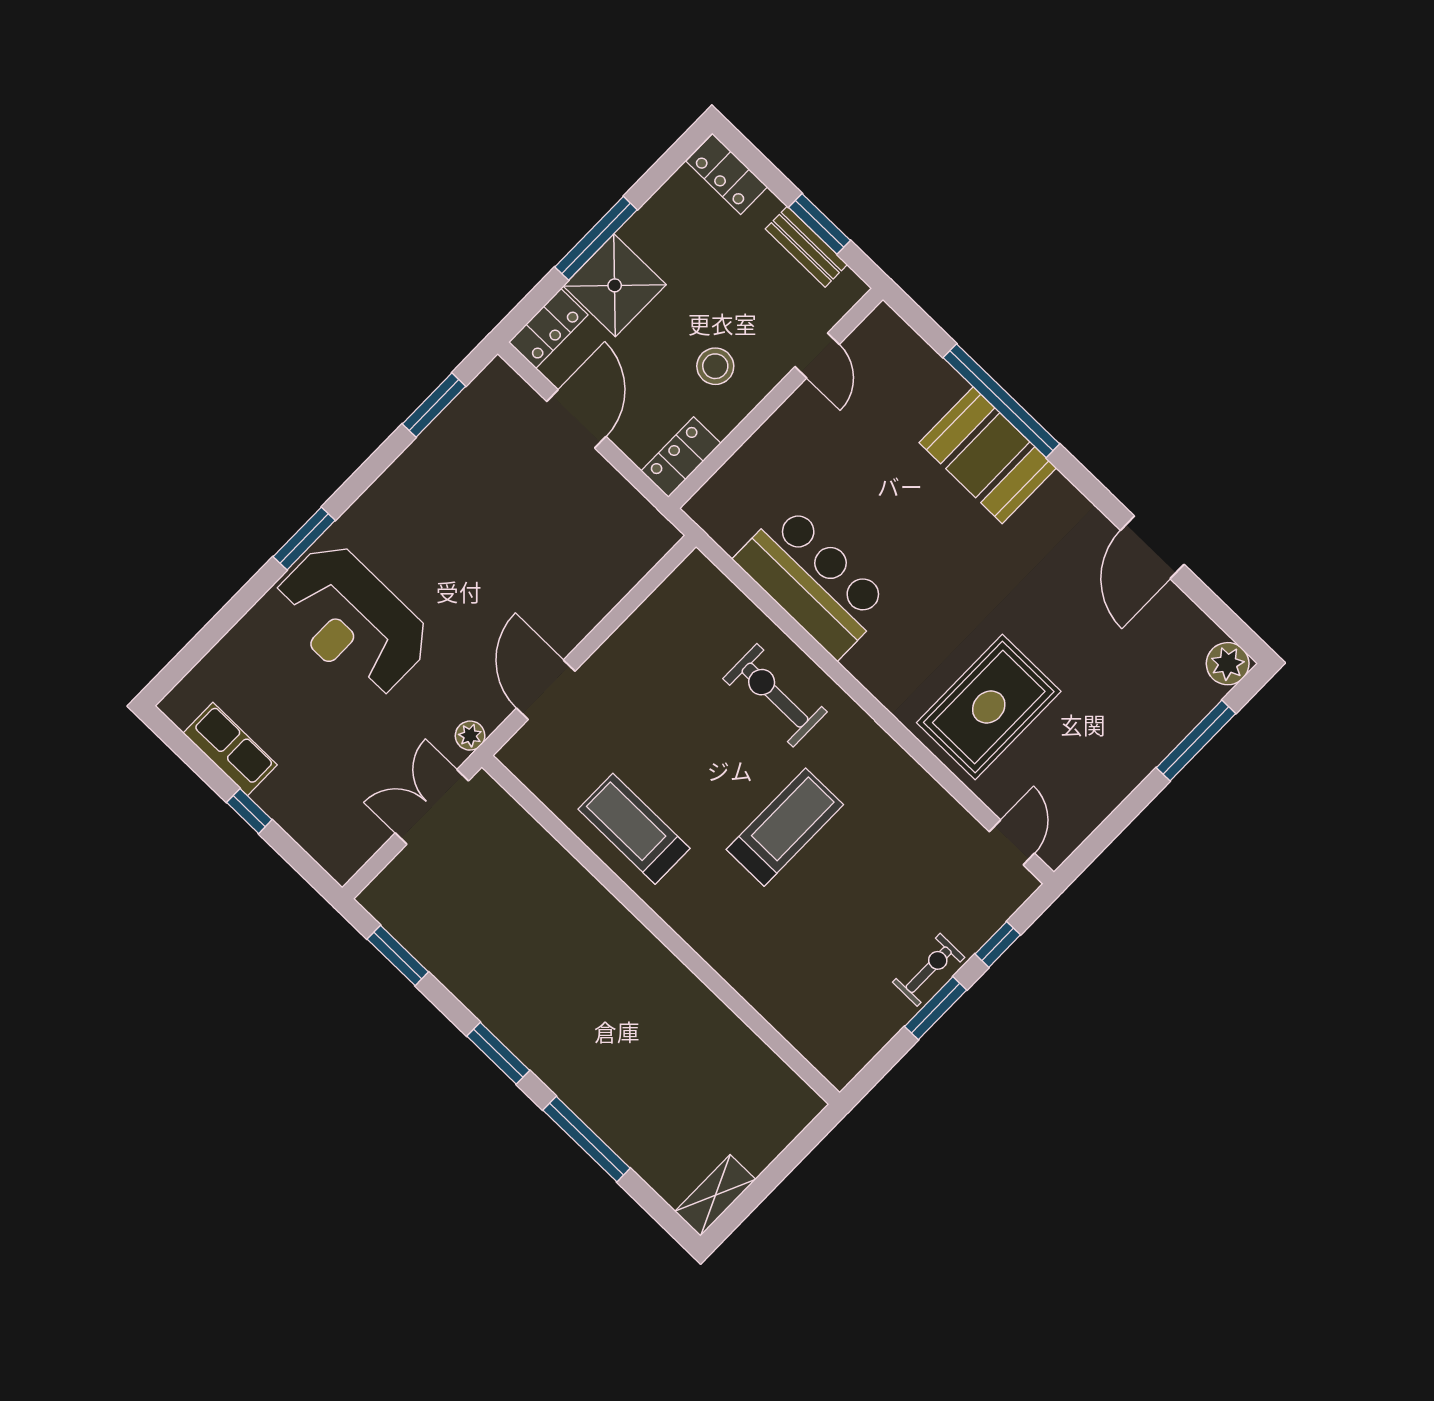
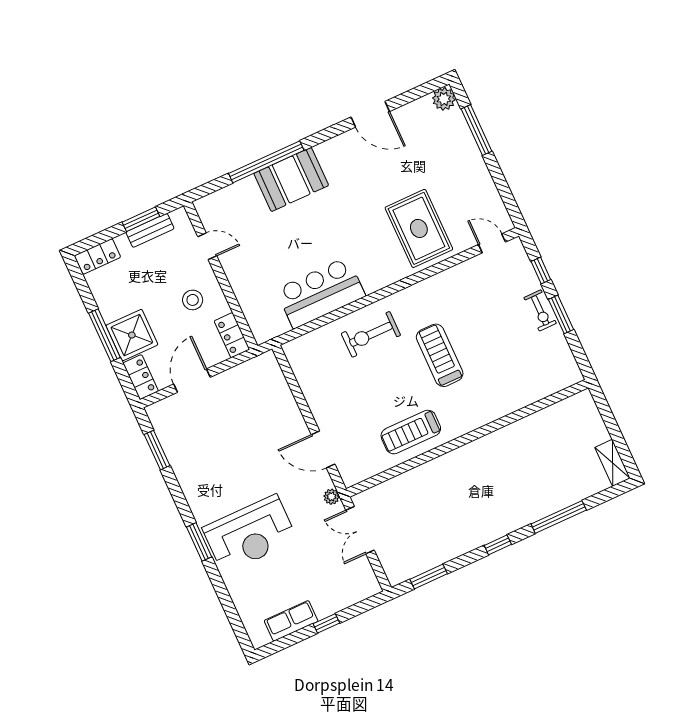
door: (576, 419) -> (192, 381), hinge flipped
exercise bike: (929, 970) -> (540, 310), turned 180
window: (498, 1053) -> (498, 545), width x0.67

